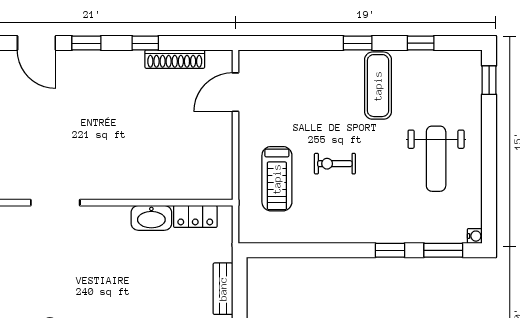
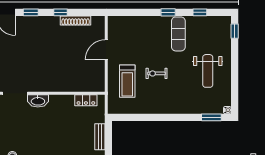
door: (235, 92) -> (106, 50), moved
washbasin: (151, 218) -> (38, 101), moved
window: (390, 250) -> (184, 117), removed

